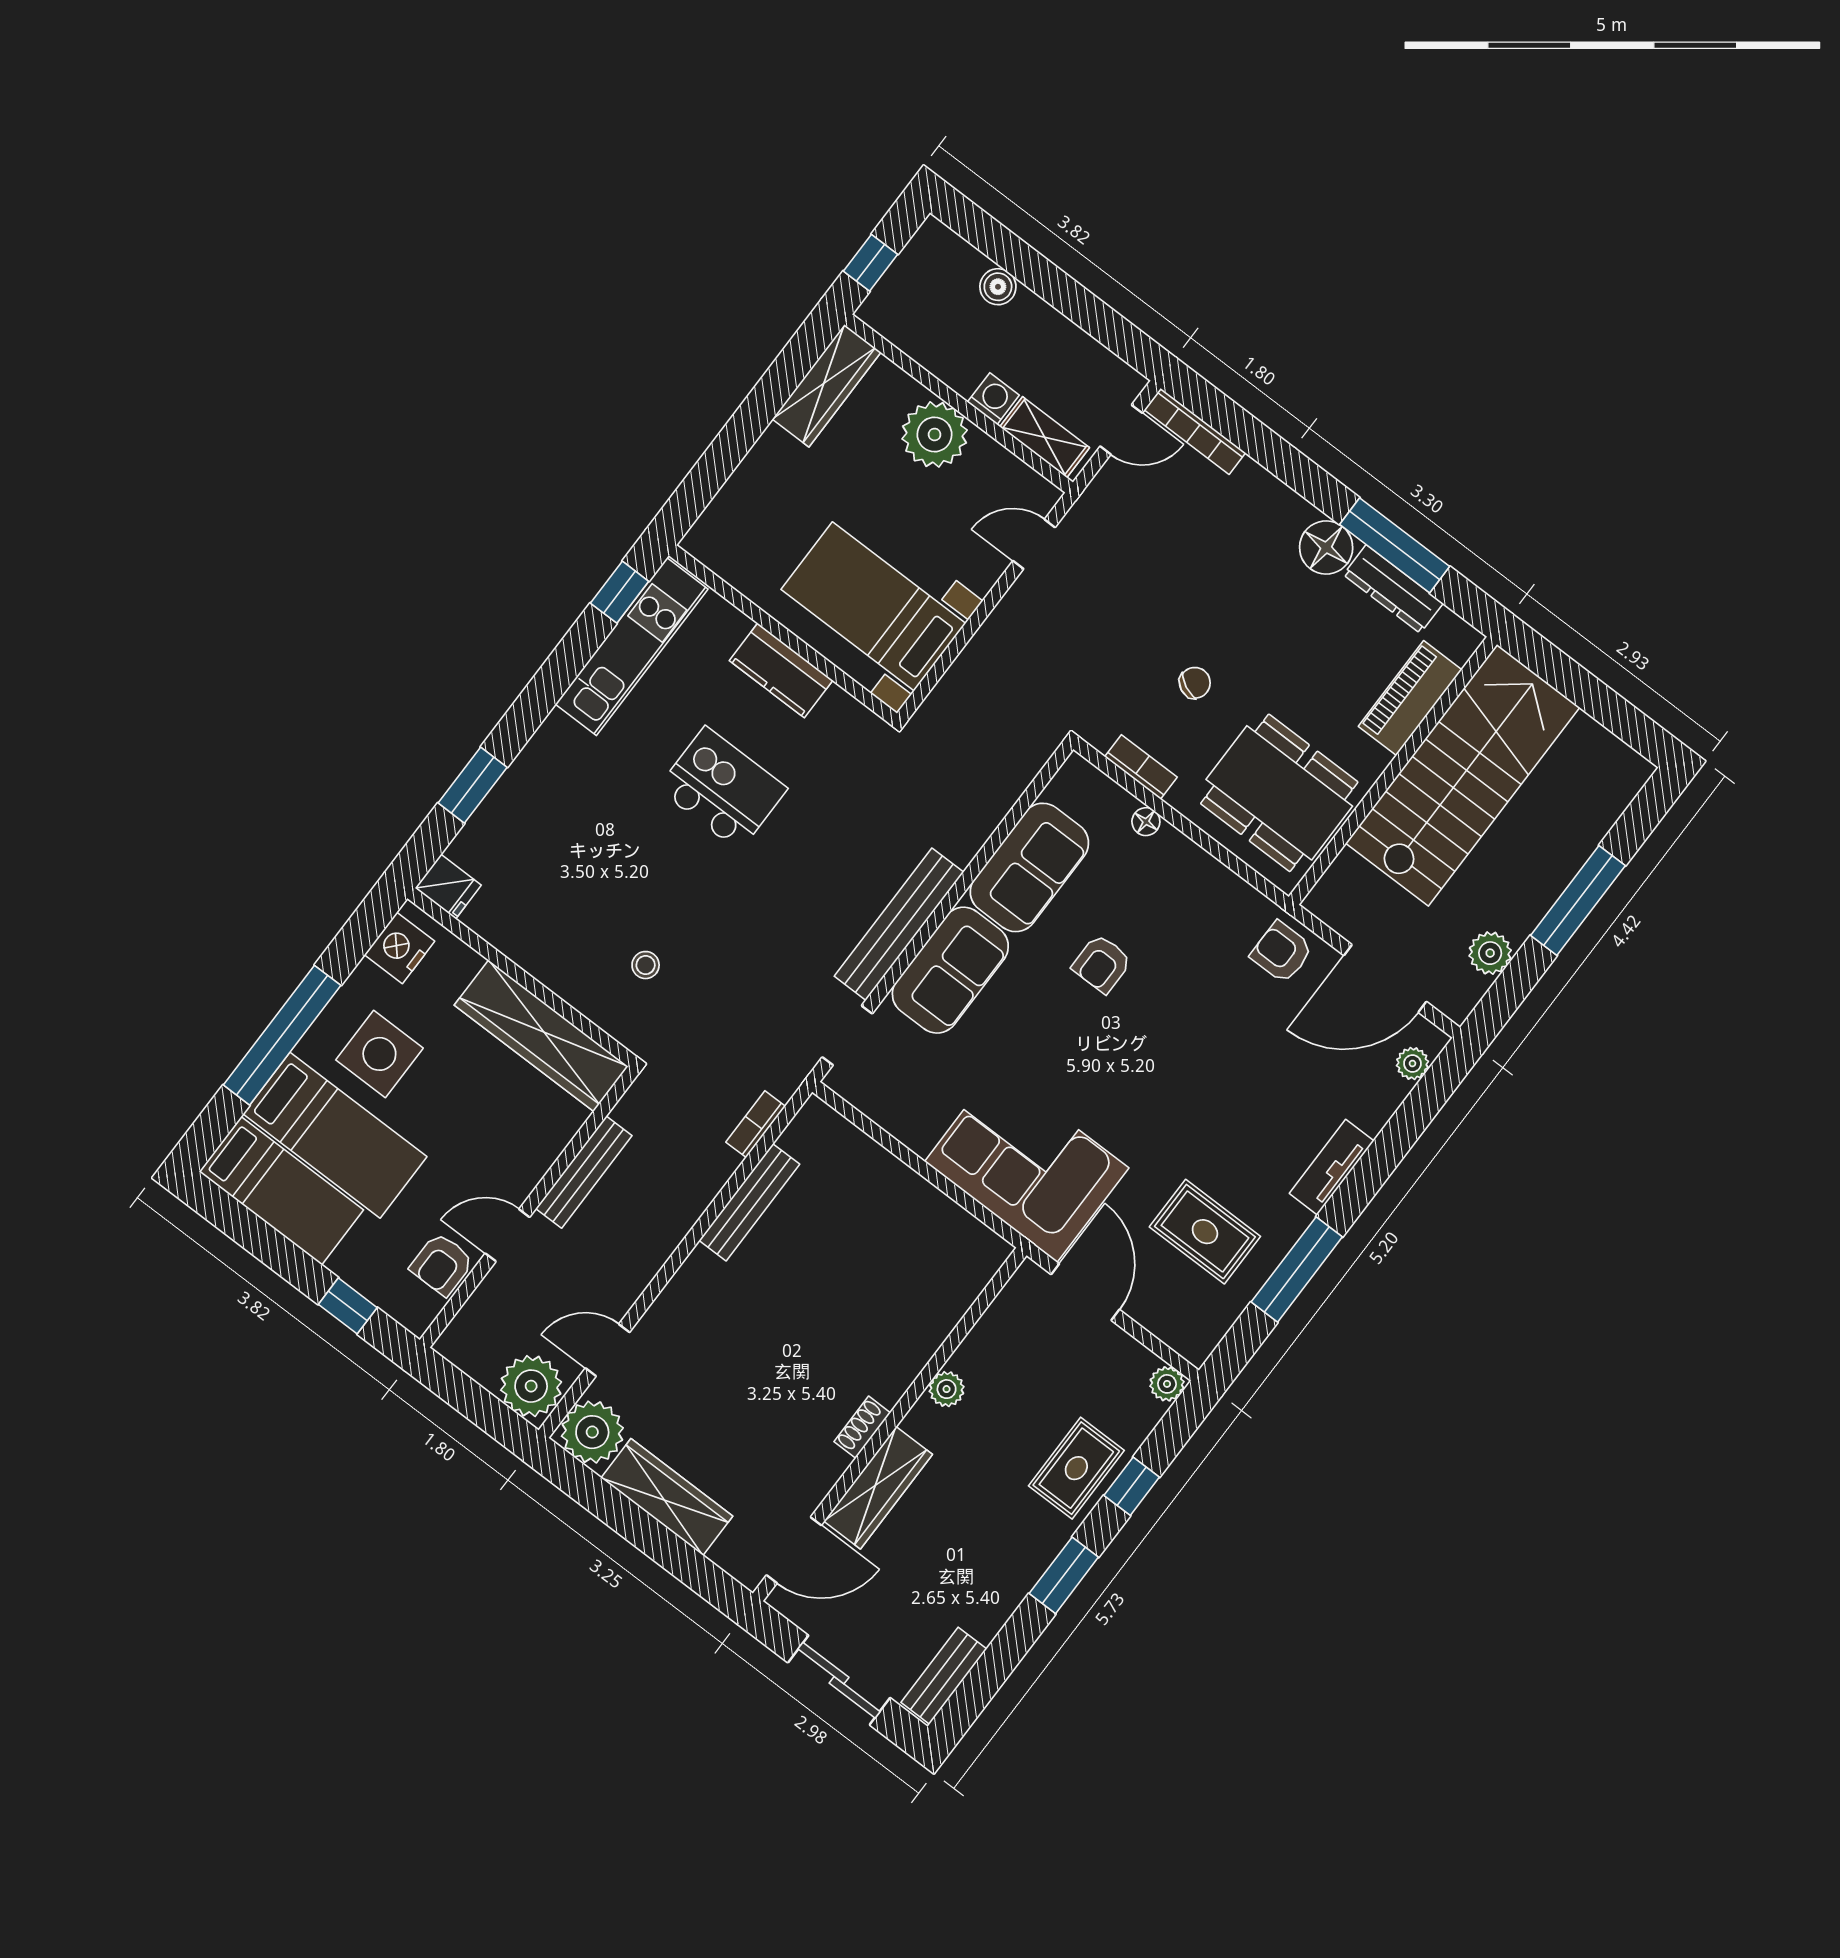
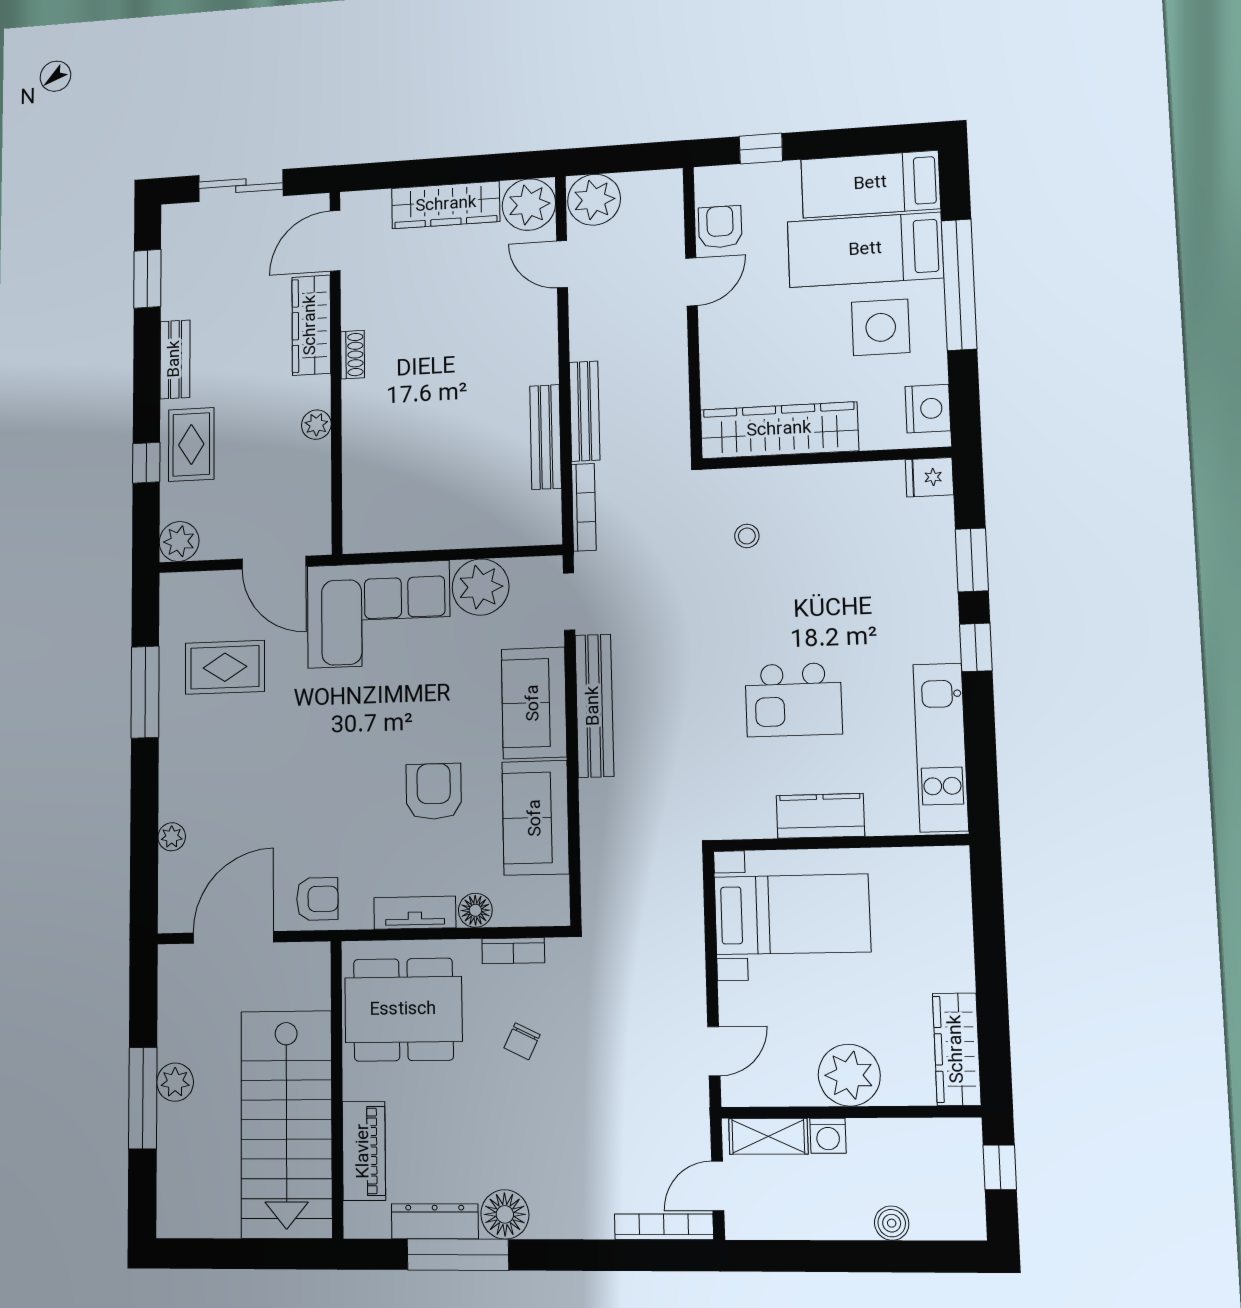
window: (620, 592) -> (976, 647), moved
floor lamp: (1146, 822) -> (475, 910), width x1.37, depth x1.37
plant: (1490, 953) -> (175, 1082), moved
armchair: (1102, 964) -> (434, 791), width x1.38, depth x1.38
plant: (1412, 1064) -> (172, 837), moved
plant: (915, 1114) -> (481, 587), added
bookcase: (756, 1124) -> (584, 507), width x1.56
tv unit: (1332, 1167) -> (415, 913), moved, turned -90
bench: (584, 1172) -> (585, 411), moved
door: (607, 1350) -> (562, 264), swing flipped
plant: (1167, 1384) -> (179, 541), width x1.38, depth x1.38
window: (1064, 1575) -> (147, 279), moved
bench: (944, 1676) -> (175, 359), moved

